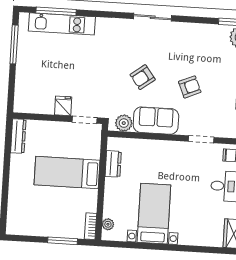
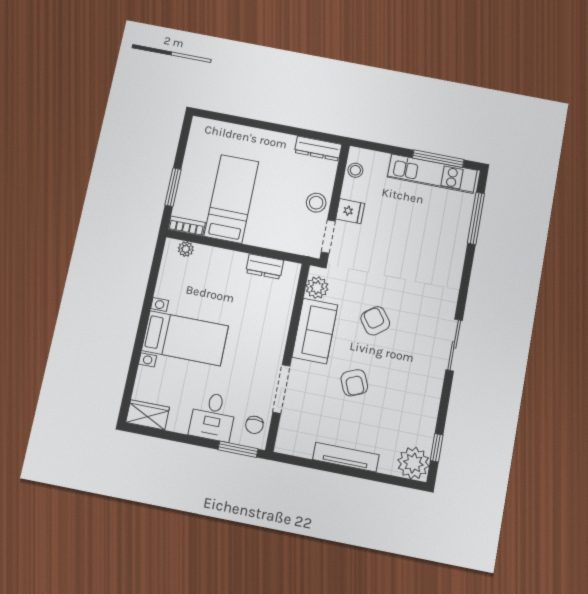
kitchen unit: (62, 24) -> (432, 174), moved, turned -90
stool: (31, 106) -> (355, 170), added
stool: (60, 132) -> (316, 203), added
doorway: (201, 139) -> (281, 389), width x1.38
bed: (67, 173) -> (231, 199), moved
bed with nightstands: (154, 214) -> (185, 338), moved

